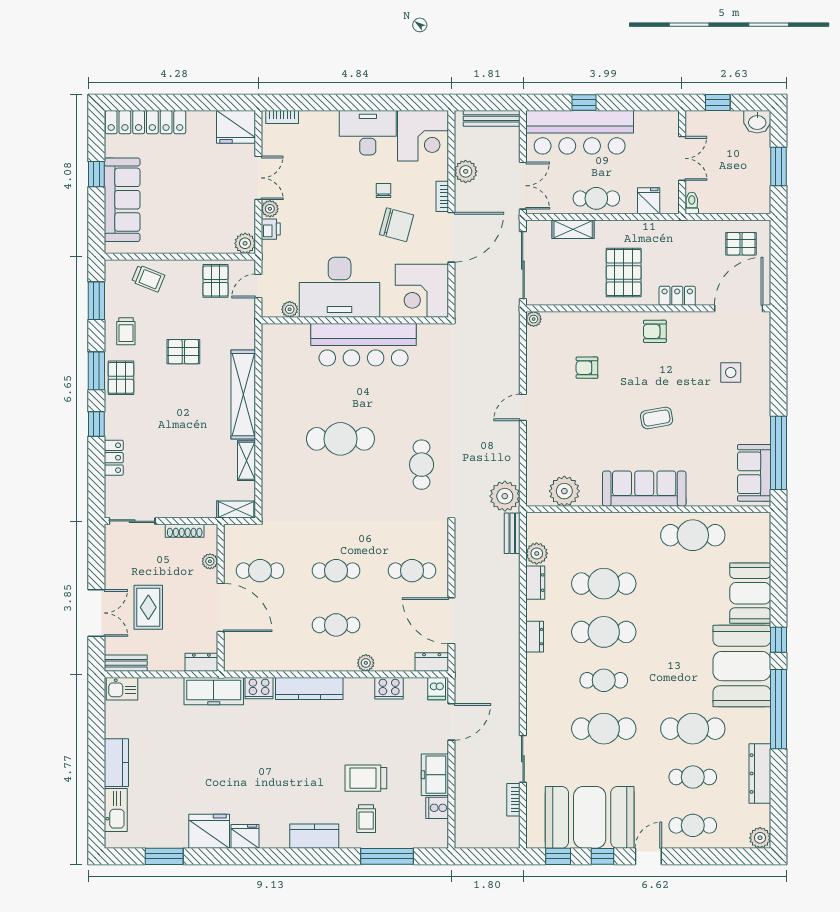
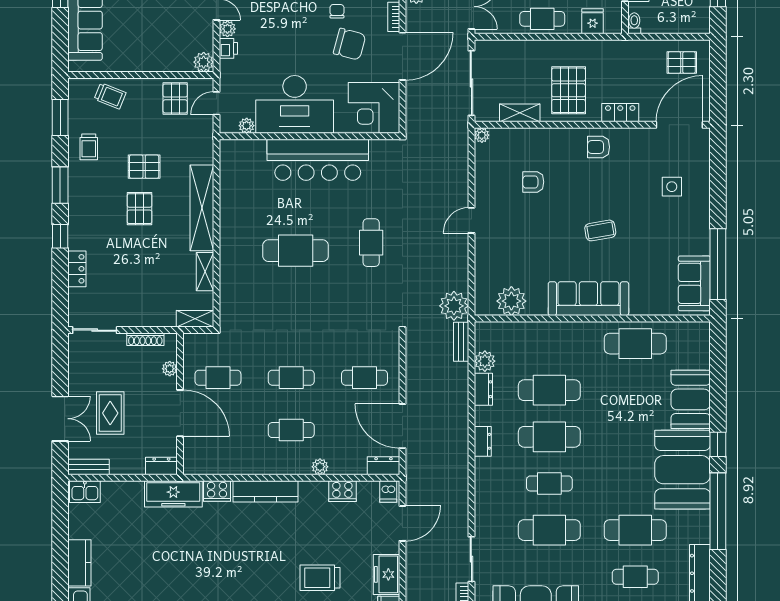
shelving: (573, 229) -> (520, 113), moved
pallet: (121, 378) -> (140, 209), moved
cafe table: (422, 465) -> (371, 243), moved

